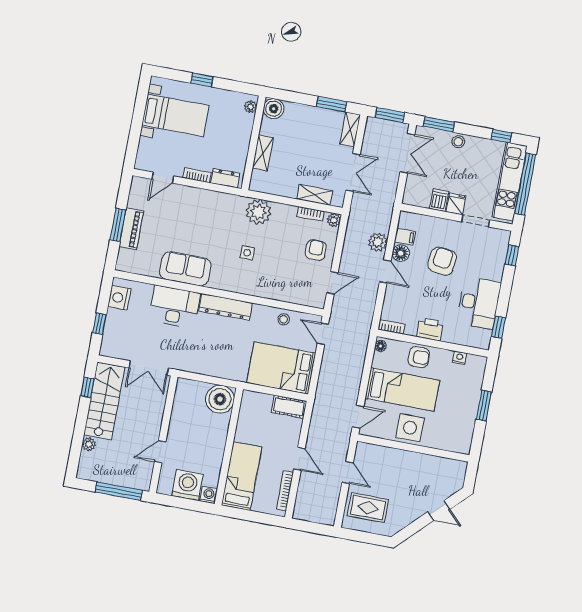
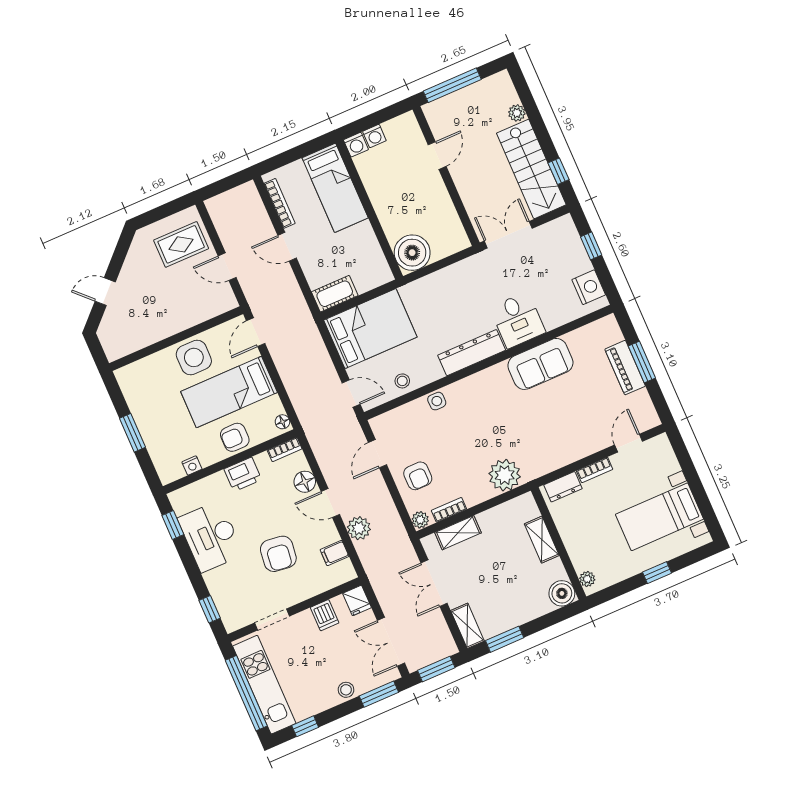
fridge: (456, 204) -> (357, 600), moved
side table: (247, 253) -> (437, 401), moved
floor lamp: (401, 253) -> (305, 482), moved
desk: (174, 307) -> (518, 320), width x0.73
washing machine: (187, 485) -> (374, 136), width x0.53, depth x0.53

